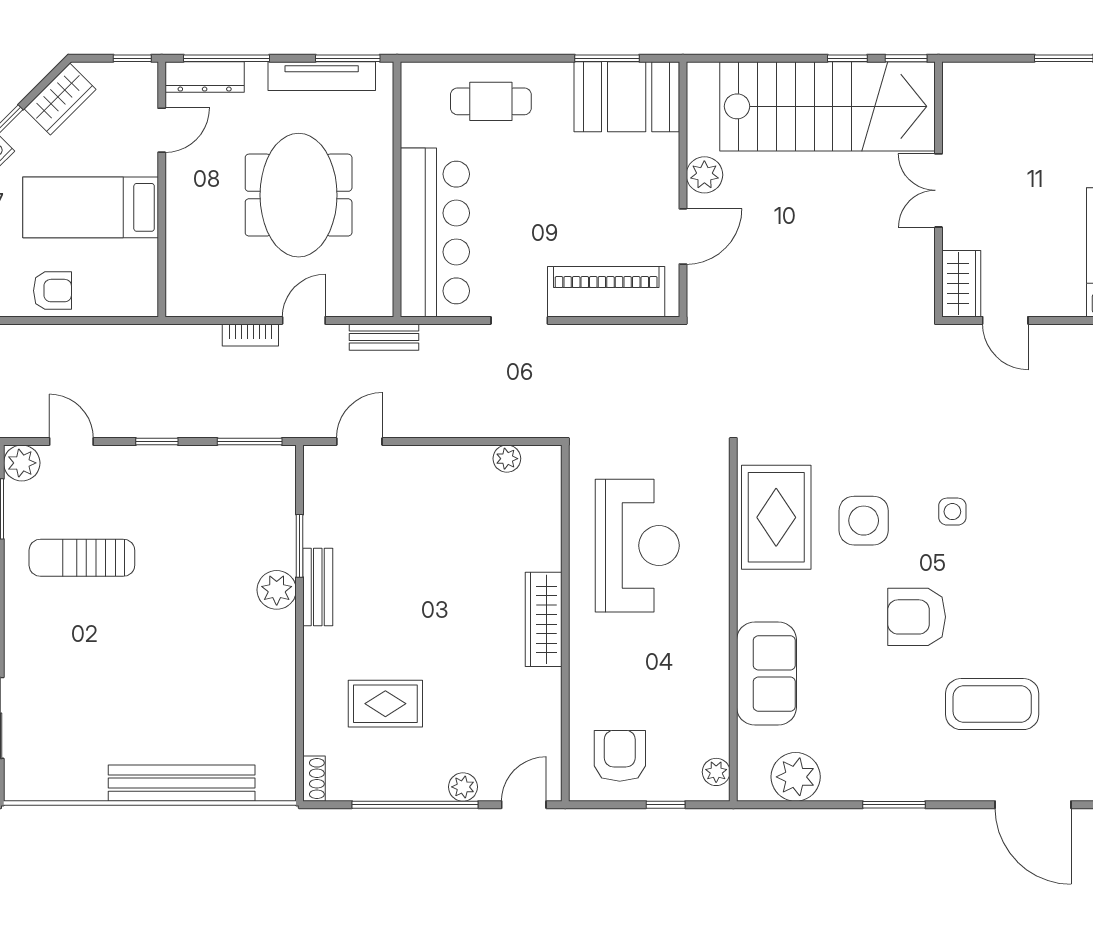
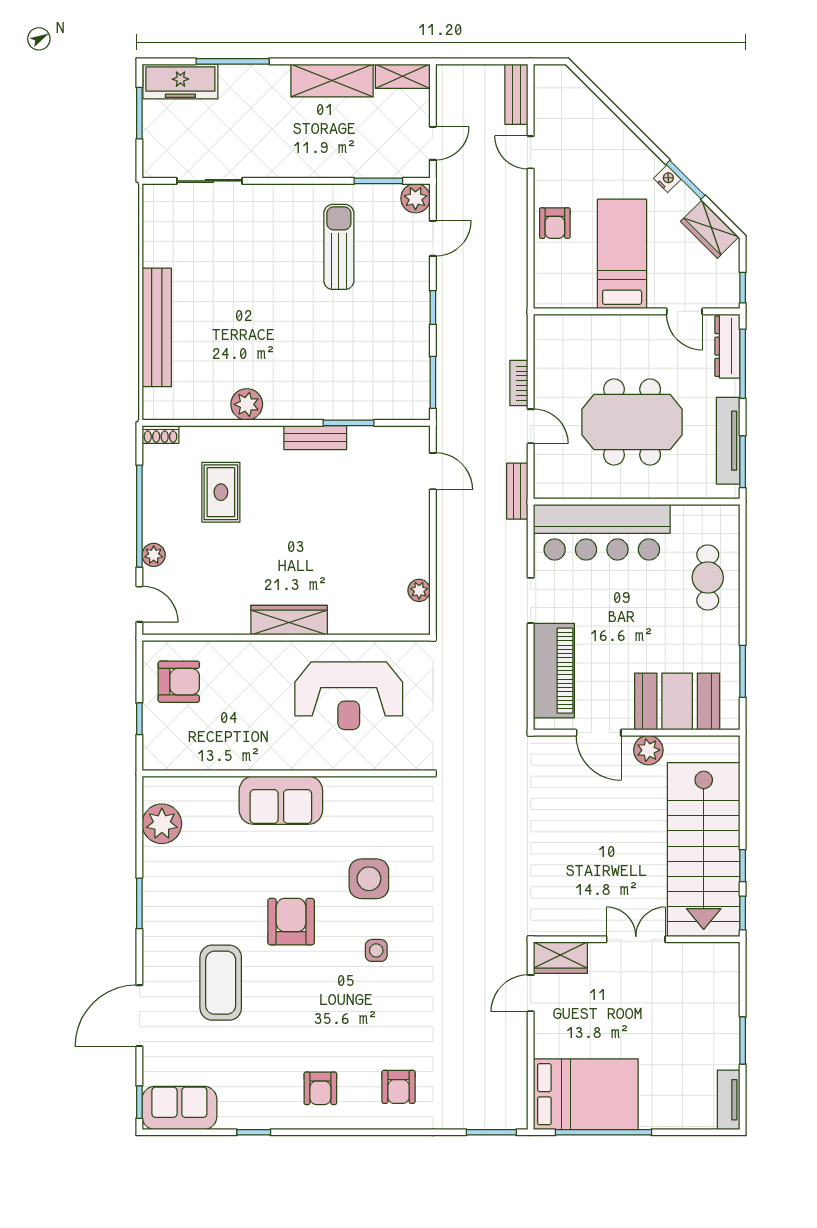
booth: (627, 97) -> (677, 702), moved, turned 90
rug: (776, 517) -> (372, 808), removed
plant: (277, 590) -> (247, 404), moved
sofa: (767, 674) -> (281, 800), moved
plant: (716, 772) -> (166, 760), removed

